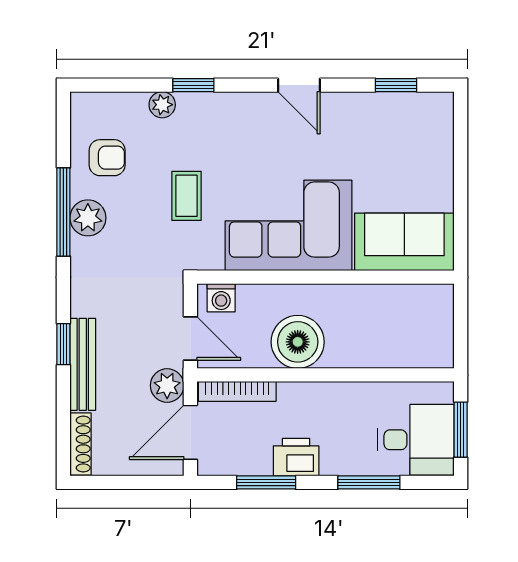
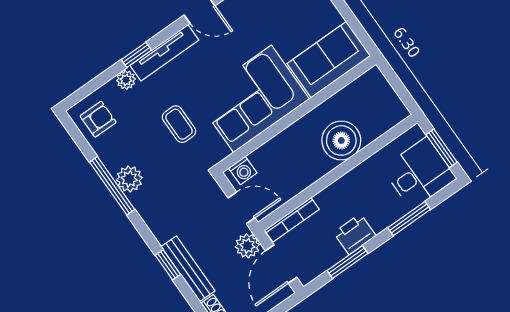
tv unit: (226, 105) -> (164, 53), added
armchair: (107, 158) -> (98, 119), moved
boiler: (298, 342) -> (341, 140), moved

